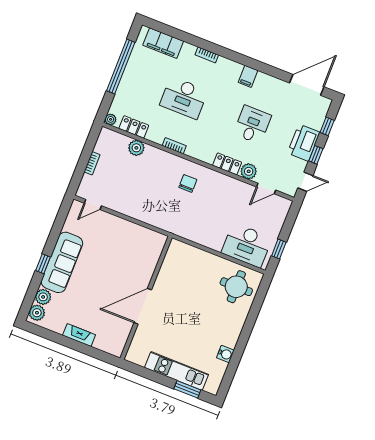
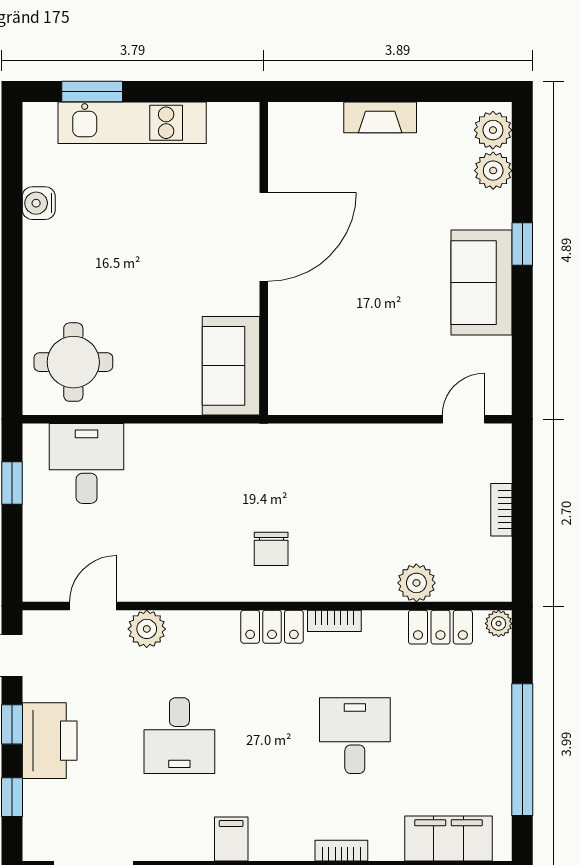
desk: (184, 98) -> (355, 736), width x0.73
locker: (227, 164) -> (272, 627), moved
desk: (247, 245) -> (87, 463), width x0.73
sofa: (175, 261) -> (231, 366), added
sofa: (62, 262) -> (482, 283), width x0.73

